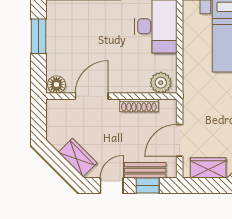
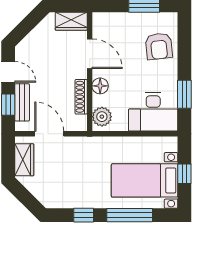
armchair: (83, 20) -> (159, 46), added
floor lamp: (56, 85) -> (100, 86), moved
wardrobe: (78, 158) -> (71, 21), moved, turned 45

